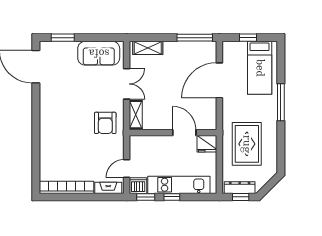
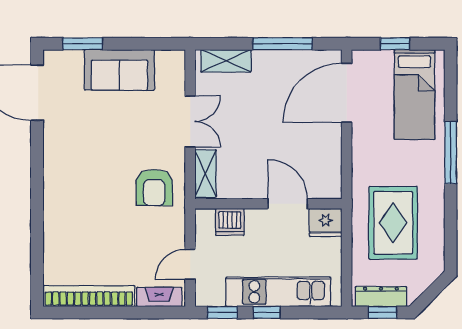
window: (195, 38) -> (283, 44), moved
sofa: (99, 53) -> (119, 70), moved
door: (219, 80) -> (347, 93), moved
dishwasher: (138, 186) -> (230, 222), moved, turned 180

